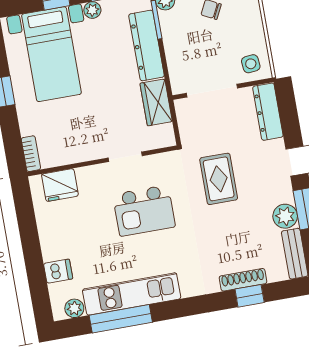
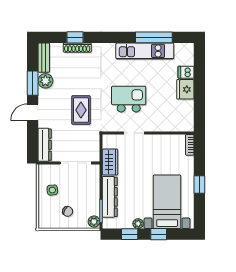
side table: (251, 64) -> (52, 190), moved
fridge: (60, 185) -> (185, 89), moved, turned -90
plant: (74, 308) -> (180, 48), removed

